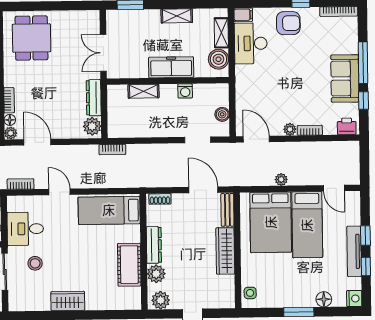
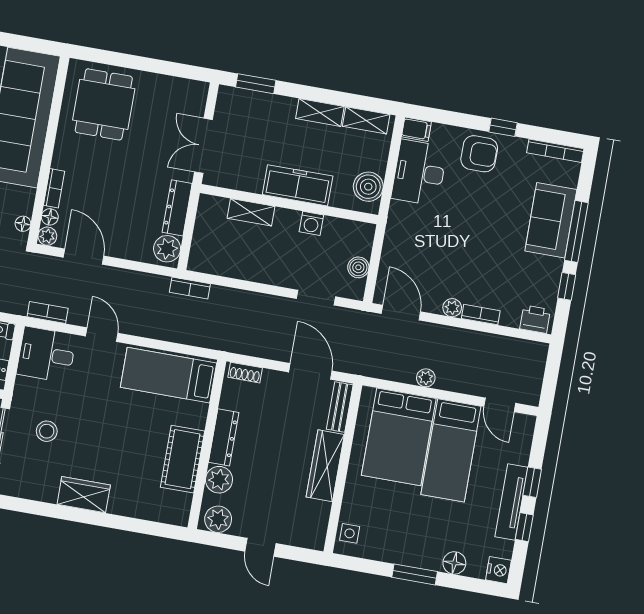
shelving: (221, 33) -> (366, 120), moved, turned 90
sofa: (345, 78) -> (551, 220), moved
desk: (25, 229) -> (46, 355), moved

